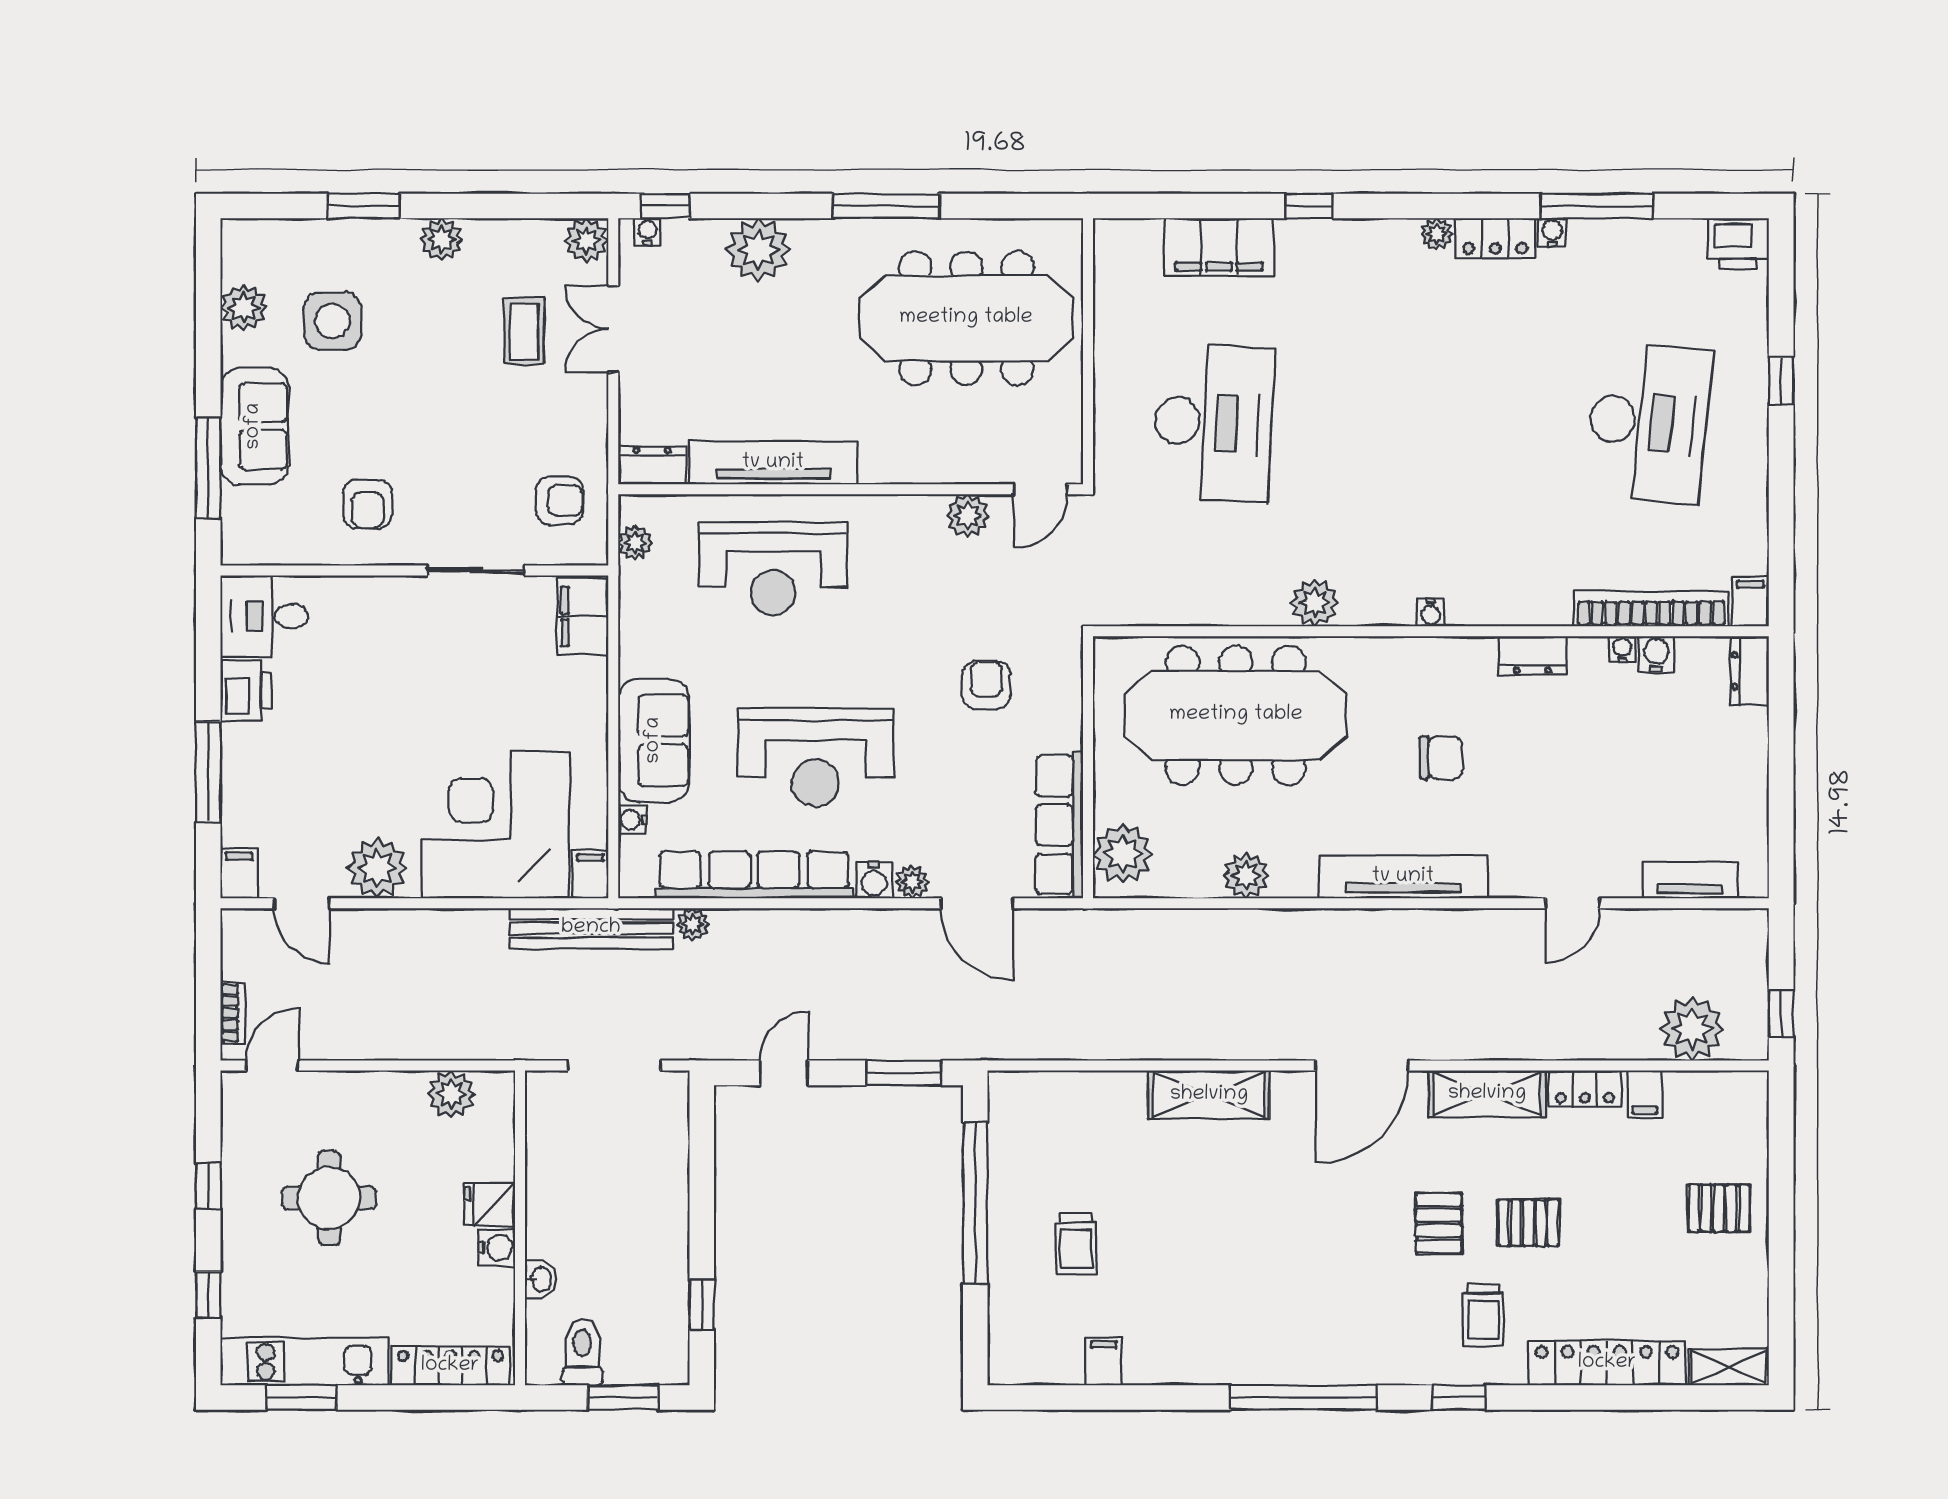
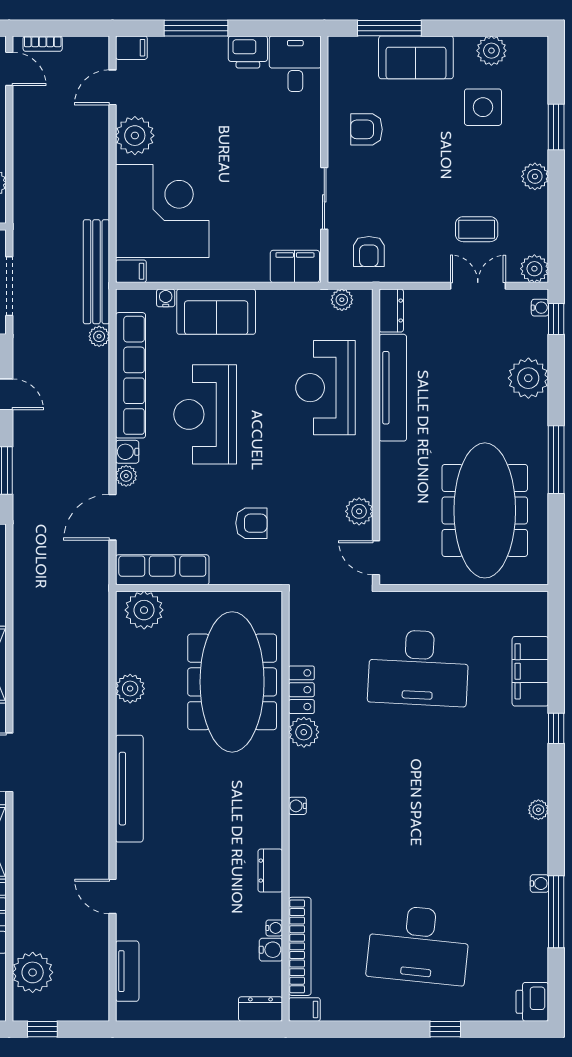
locker: (1495, 238) -> (301, 690), moved, turned 180
chair: (1441, 758) -> (205, 813), removed

